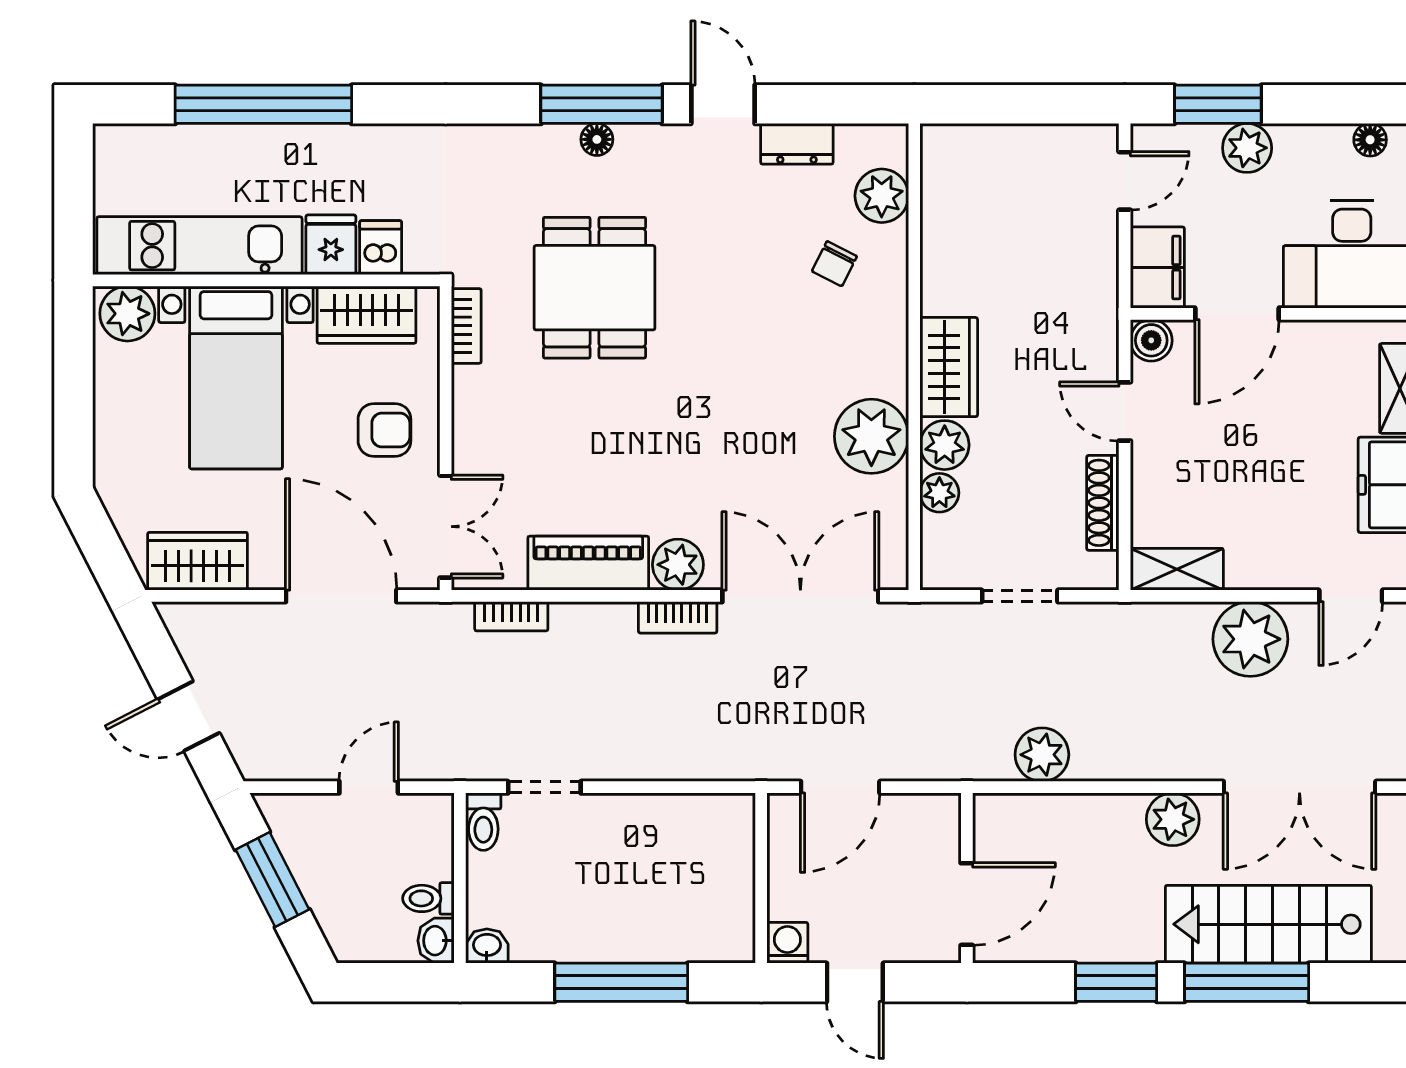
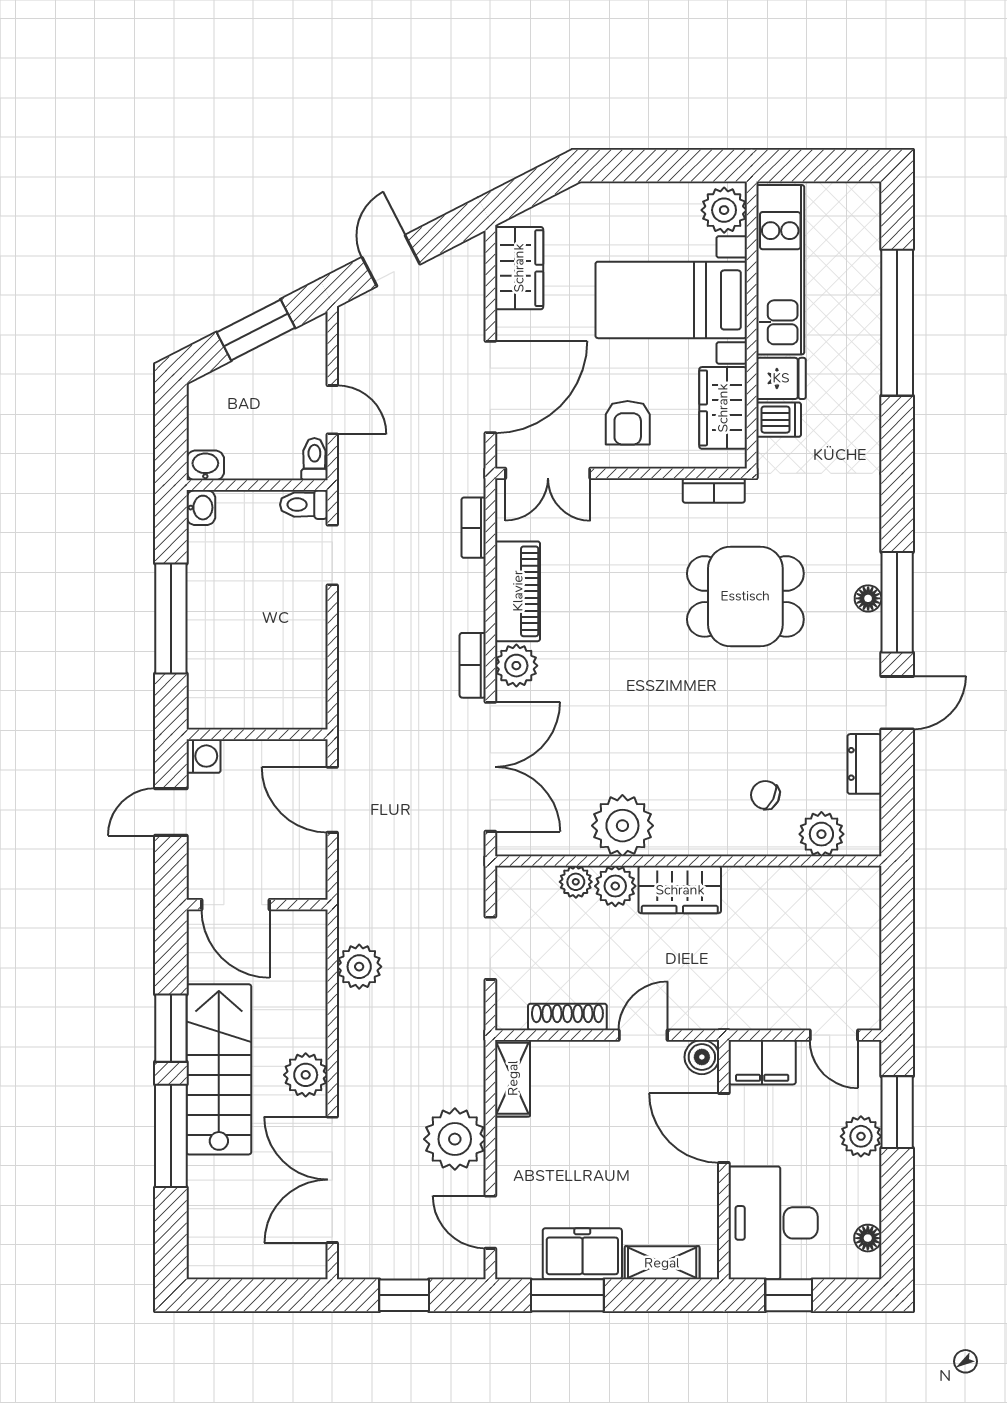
toilet: (428, 898) -> (314, 459), moved
stairs: (1268, 924) -> (219, 1069), moved

